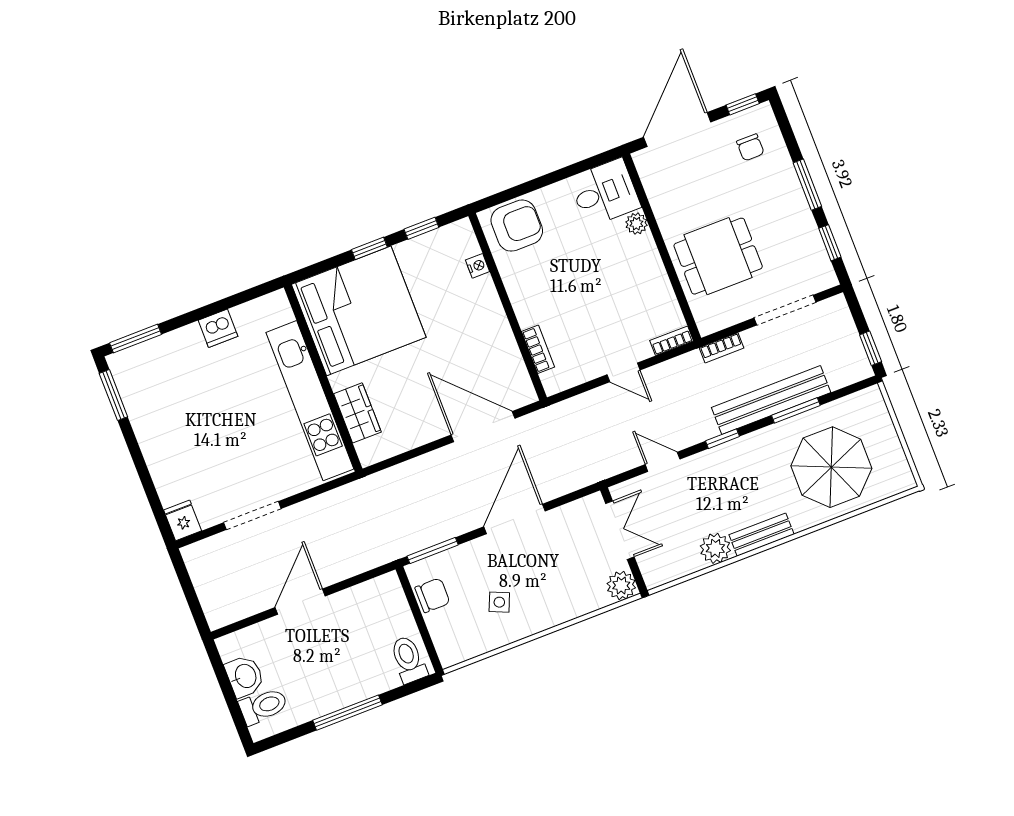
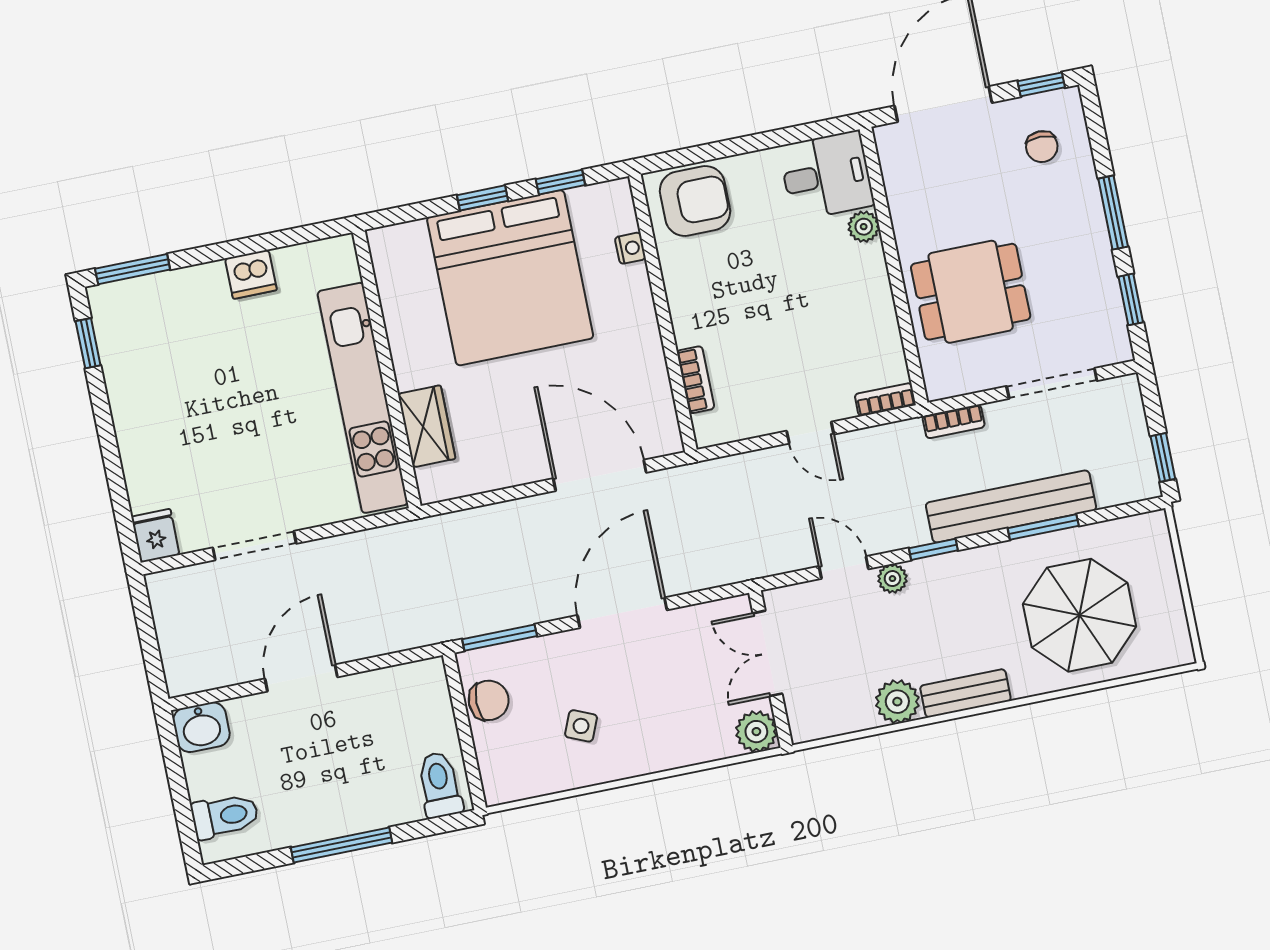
bed: (359, 311) -> (510, 278), moved, turned 90
window: (113, 395) -> (88, 343), width x0.67
plant: (698, 464) -> (892, 579), added
double door: (620, 530) -> (768, 653), swing flipped
washbasin: (245, 676) -> (201, 727), moved, turned 90

